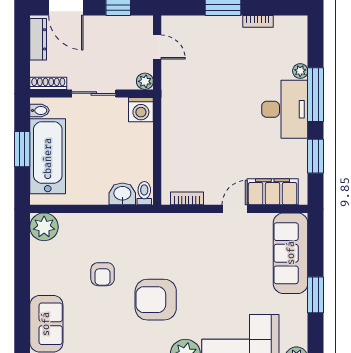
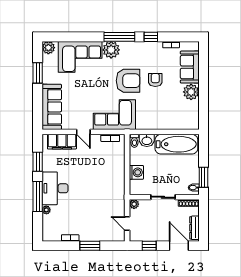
washing machine: (141, 110) -> (136, 172), moved, turned 90
window: (22, 149) -> (203, 177), moved
bathtub: (48, 156) -> (176, 144), moved, turned -90
door: (235, 209) -> (83, 132), hinge flipped
plant: (44, 227) -> (191, 92), moved
corner sofa: (180, 239) -> (114, 115), added
armchair: (103, 274) -> (155, 80), moved
window: (316, 295) -> (38, 73), moved

